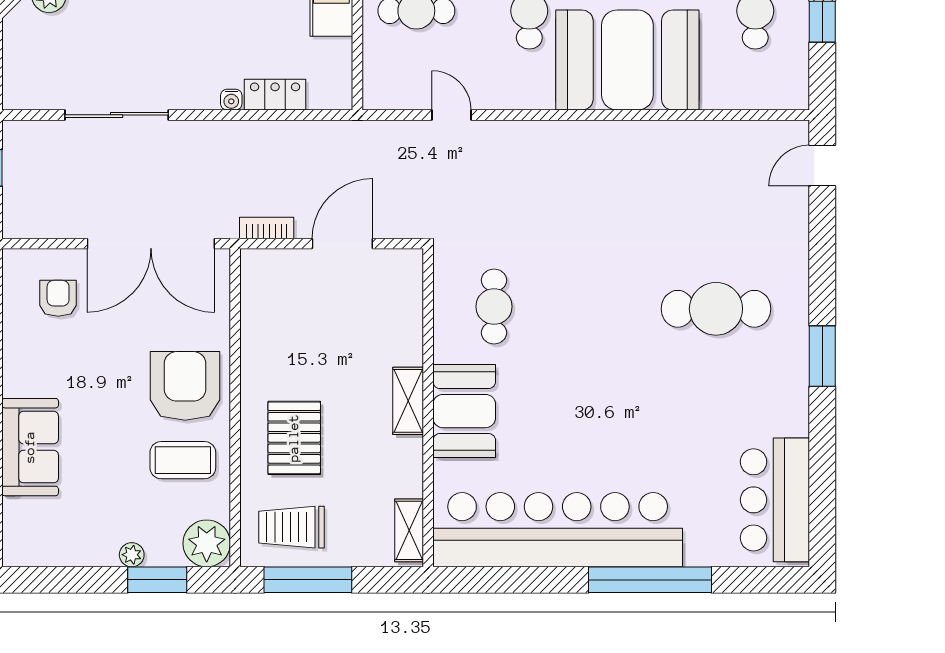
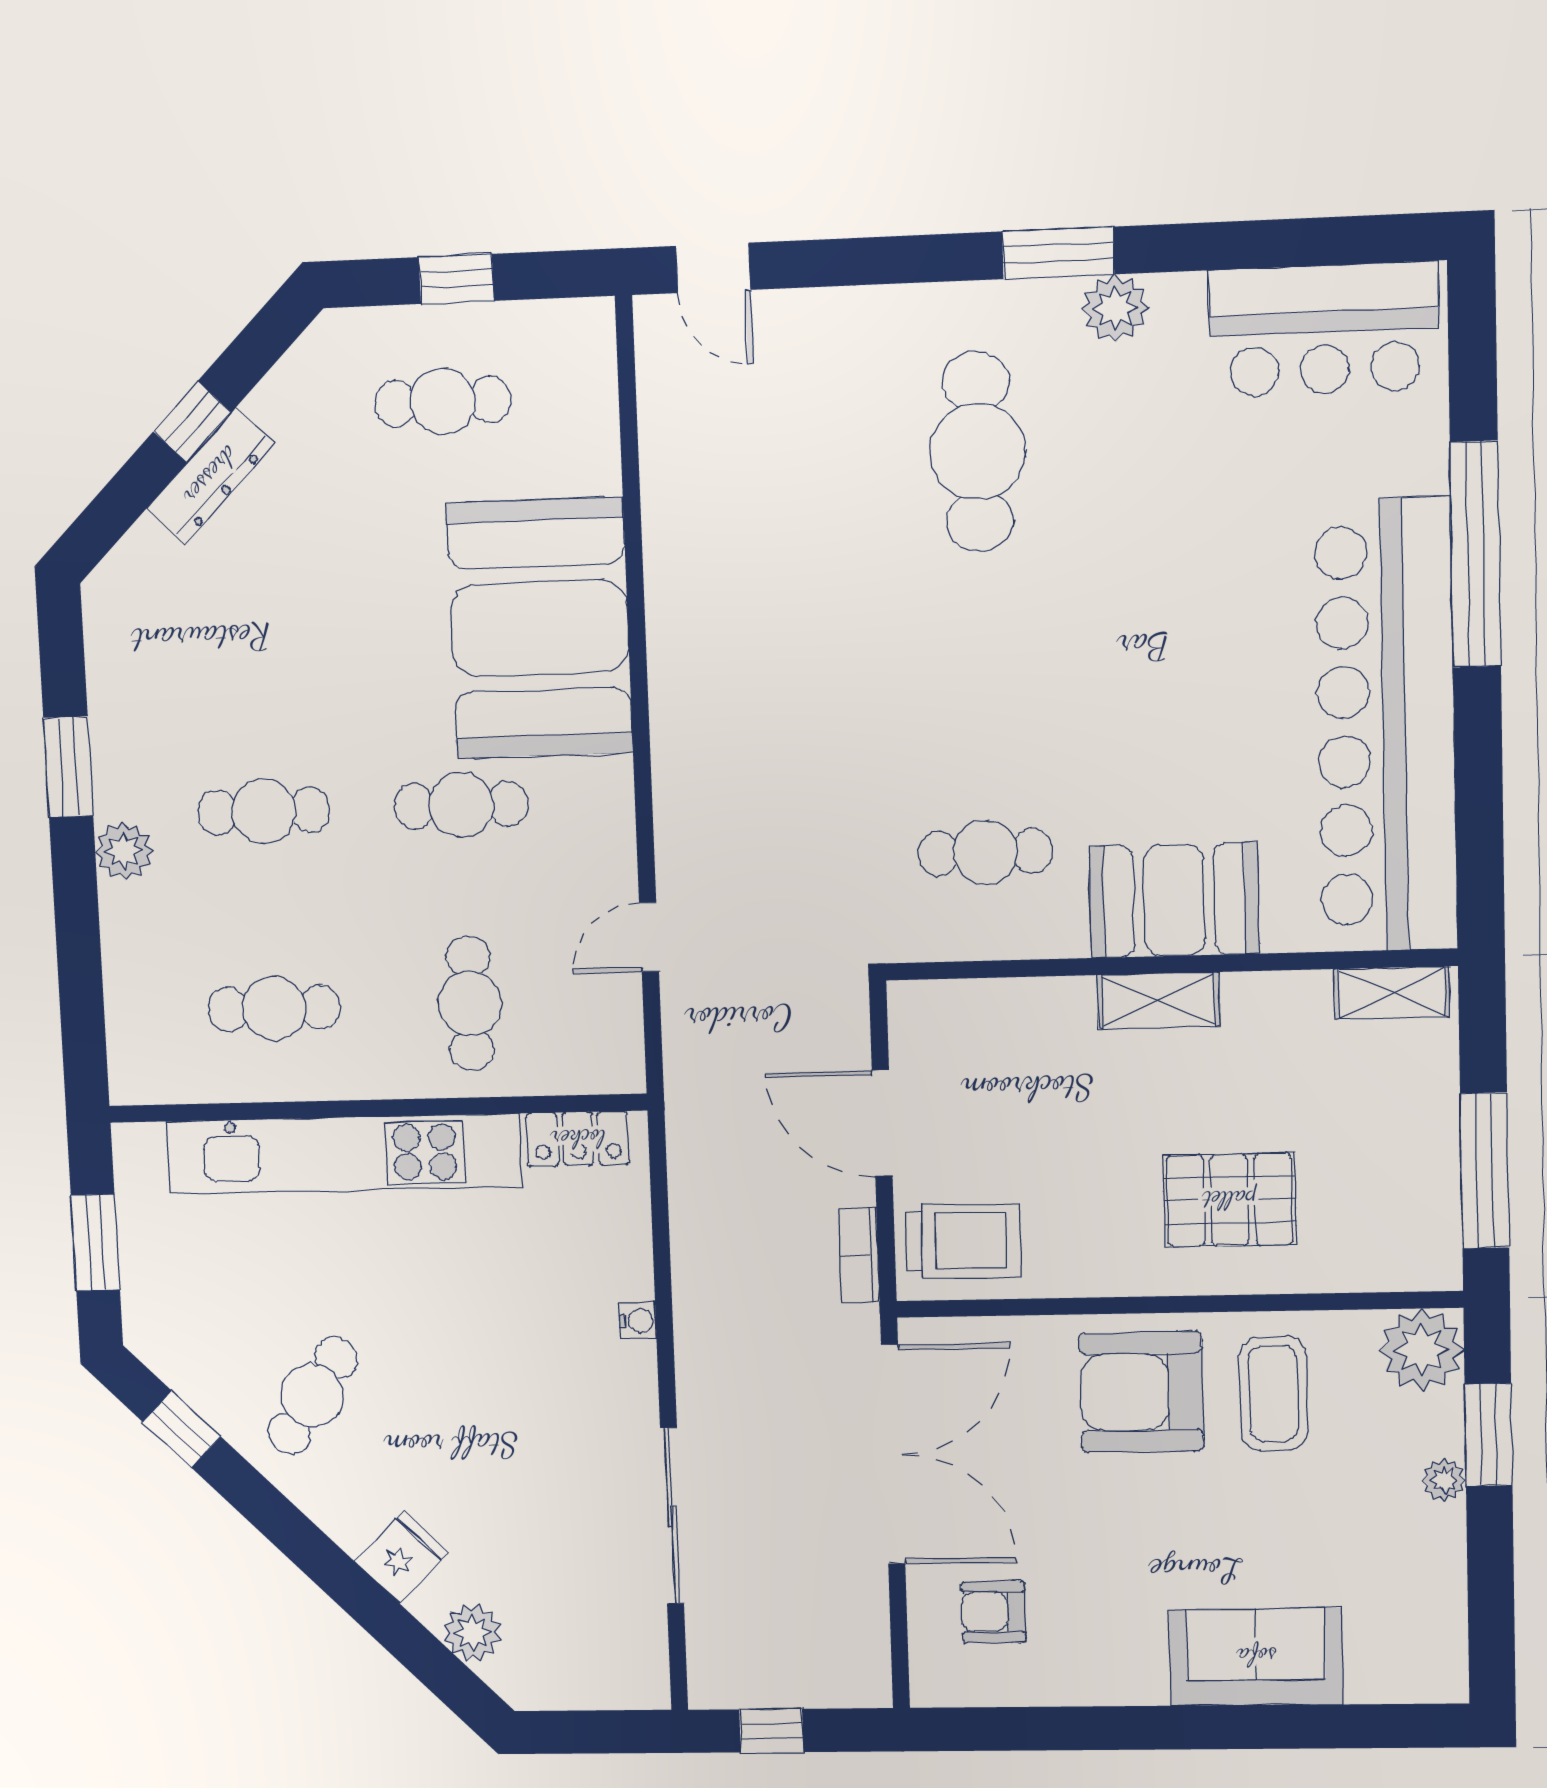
locker: (275, 95) -> (578, 1139), moved, turned -90
plant: (791, 387) -> (1115, 308), added
trolley: (291, 527) -> (963, 1241), moved, turned -89

